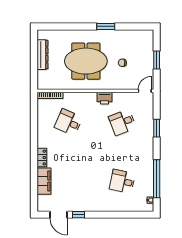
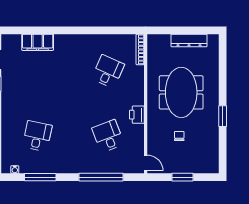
window: (157, 128) -> (101, 177), width x2.11
locker: (42, 158) -> (66, 40), removed
window: (157, 179) -> (40, 177), width x0.68

